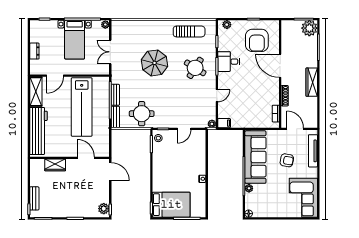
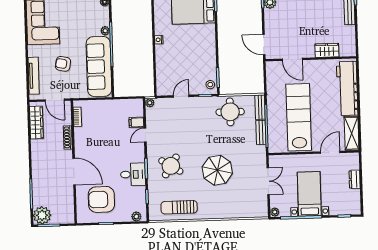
armchair: (257, 40) -> (101, 199), turned -90
wardrobe: (312, 82) -> (36, 122), moved
filing cabinet: (224, 123) -> (136, 122), moved

